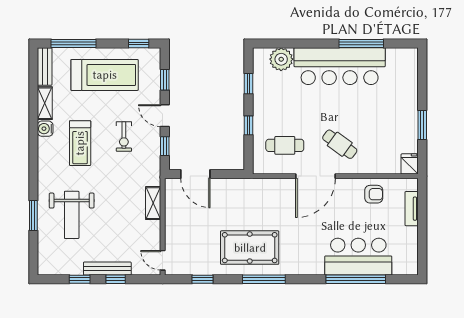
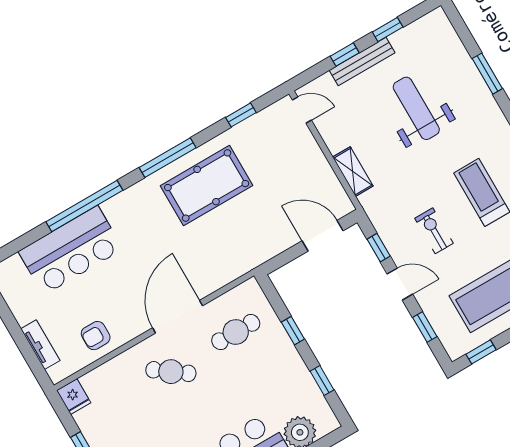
weight bench: (72, 215) -> (416, 108), moved
window: (356, 279) -> (84, 206), moved

